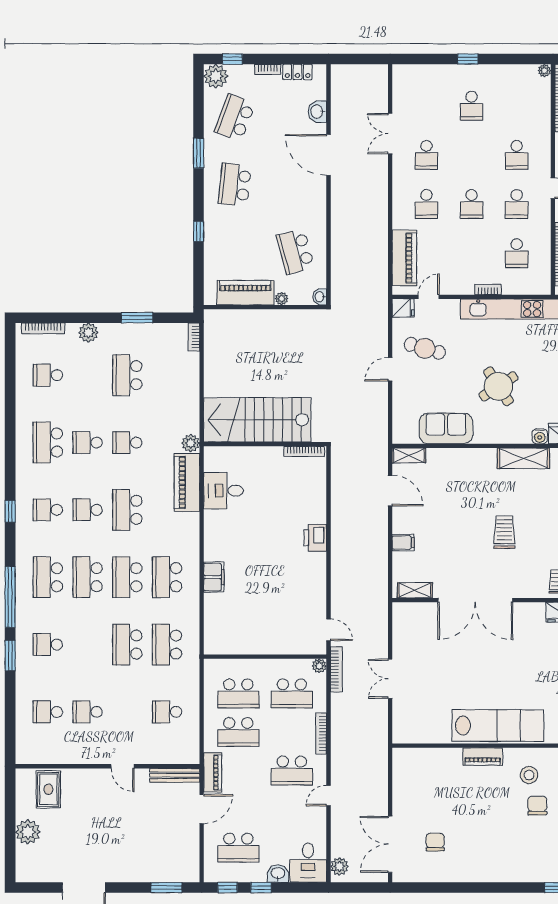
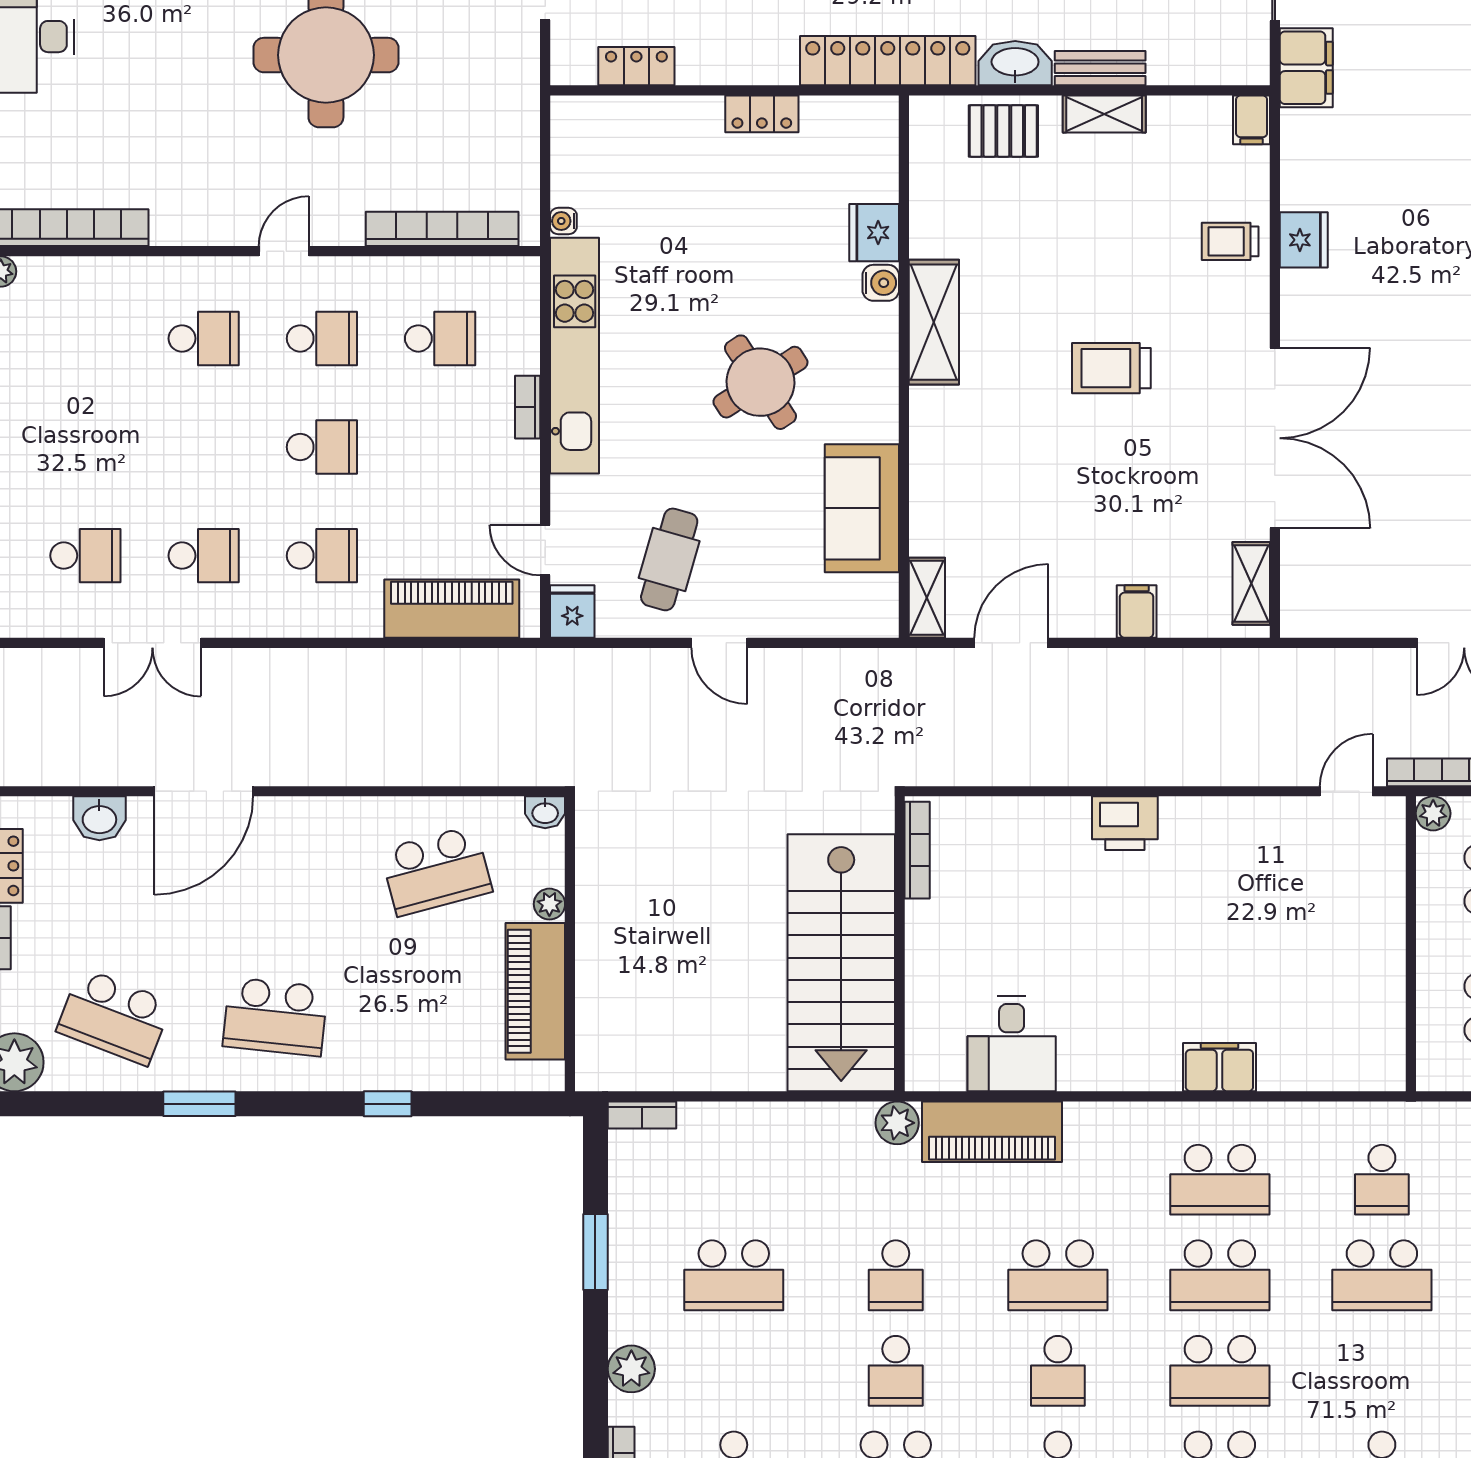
school desk: (472, 106) -> (85, 556), moved
school desk: (167, 645) -> (1382, 1180), width x0.54

